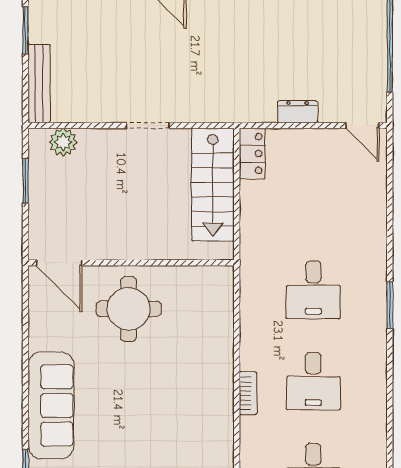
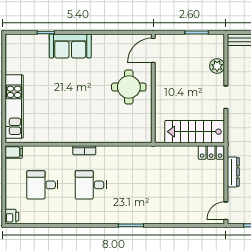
dresser: (298, 112) -> (233, 172), width x1.44
plant: (63, 142) -> (217, 66), moved
desk: (313, 290) -> (139, 185), removed
sofa: (51, 405) -> (70, 46), width x0.73

